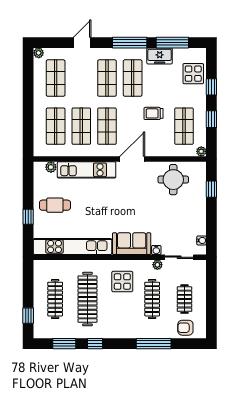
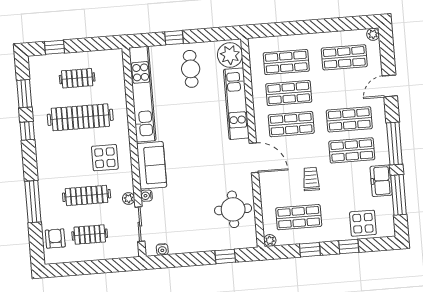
door: (82, 43) -> (390, 86), swing flipped
plant: (51, 167) -> (230, 55), width x1.88, depth x1.88
clothes rail: (55, 299) -> (77, 78), width x0.73

